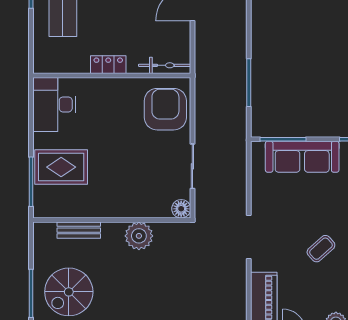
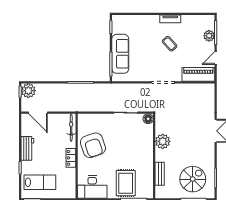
armchair: (165, 109) -> (93, 145), moved, turned -109
spiral stairs: (69, 292) -> (193, 179), turned -90

